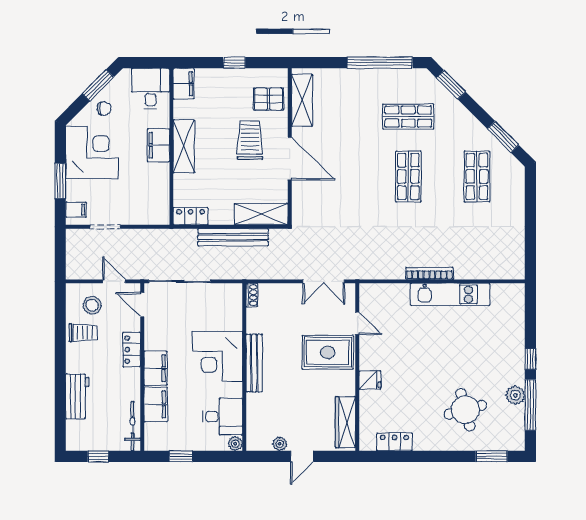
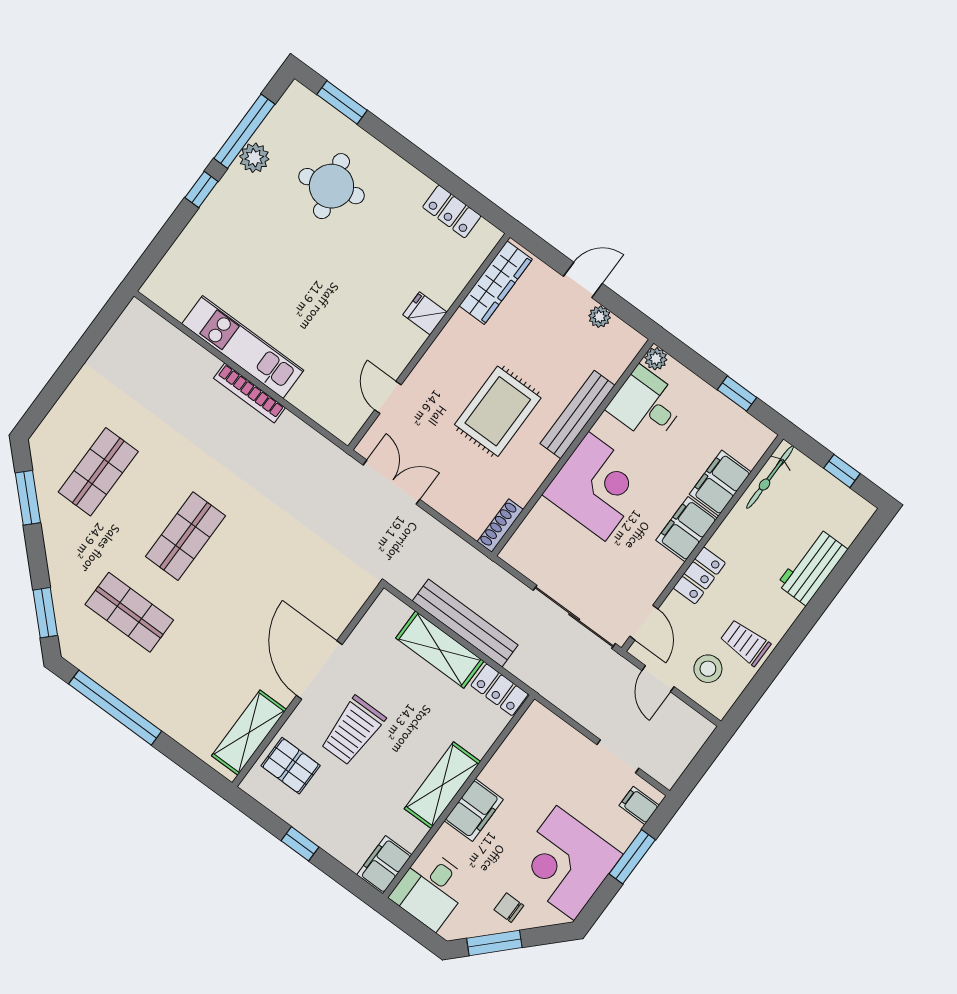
shelving: (261, 214) -> (440, 650), moved
shoe rack: (252, 295) -> (500, 526), width x1.43
rug: (328, 352) -> (498, 411), moved, turned 90
bench: (254, 363) -> (577, 414), moved

